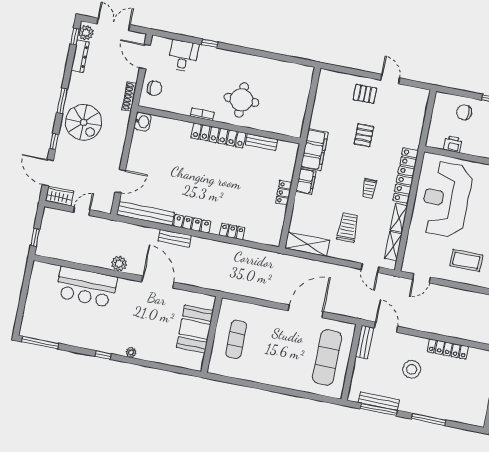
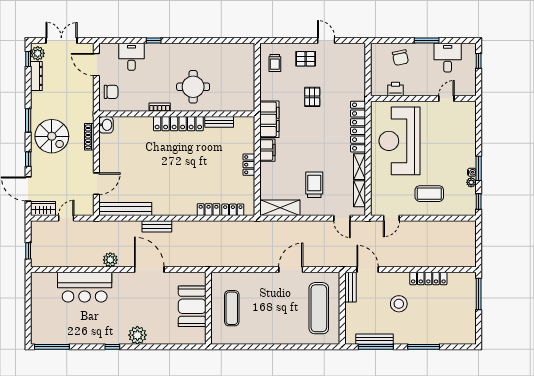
shoe rack: (129, 97) -> (89, 137), moved
chair: (464, 112) -> (400, 58), turned -102
trolley: (369, 188) -> (275, 63), moved
locker: (192, 224) -> (233, 210), moved, width x0.66
door: (306, 311) -> (291, 270), width x0.73
plant: (131, 352) -> (137, 335), width x1.87, depth x1.87

